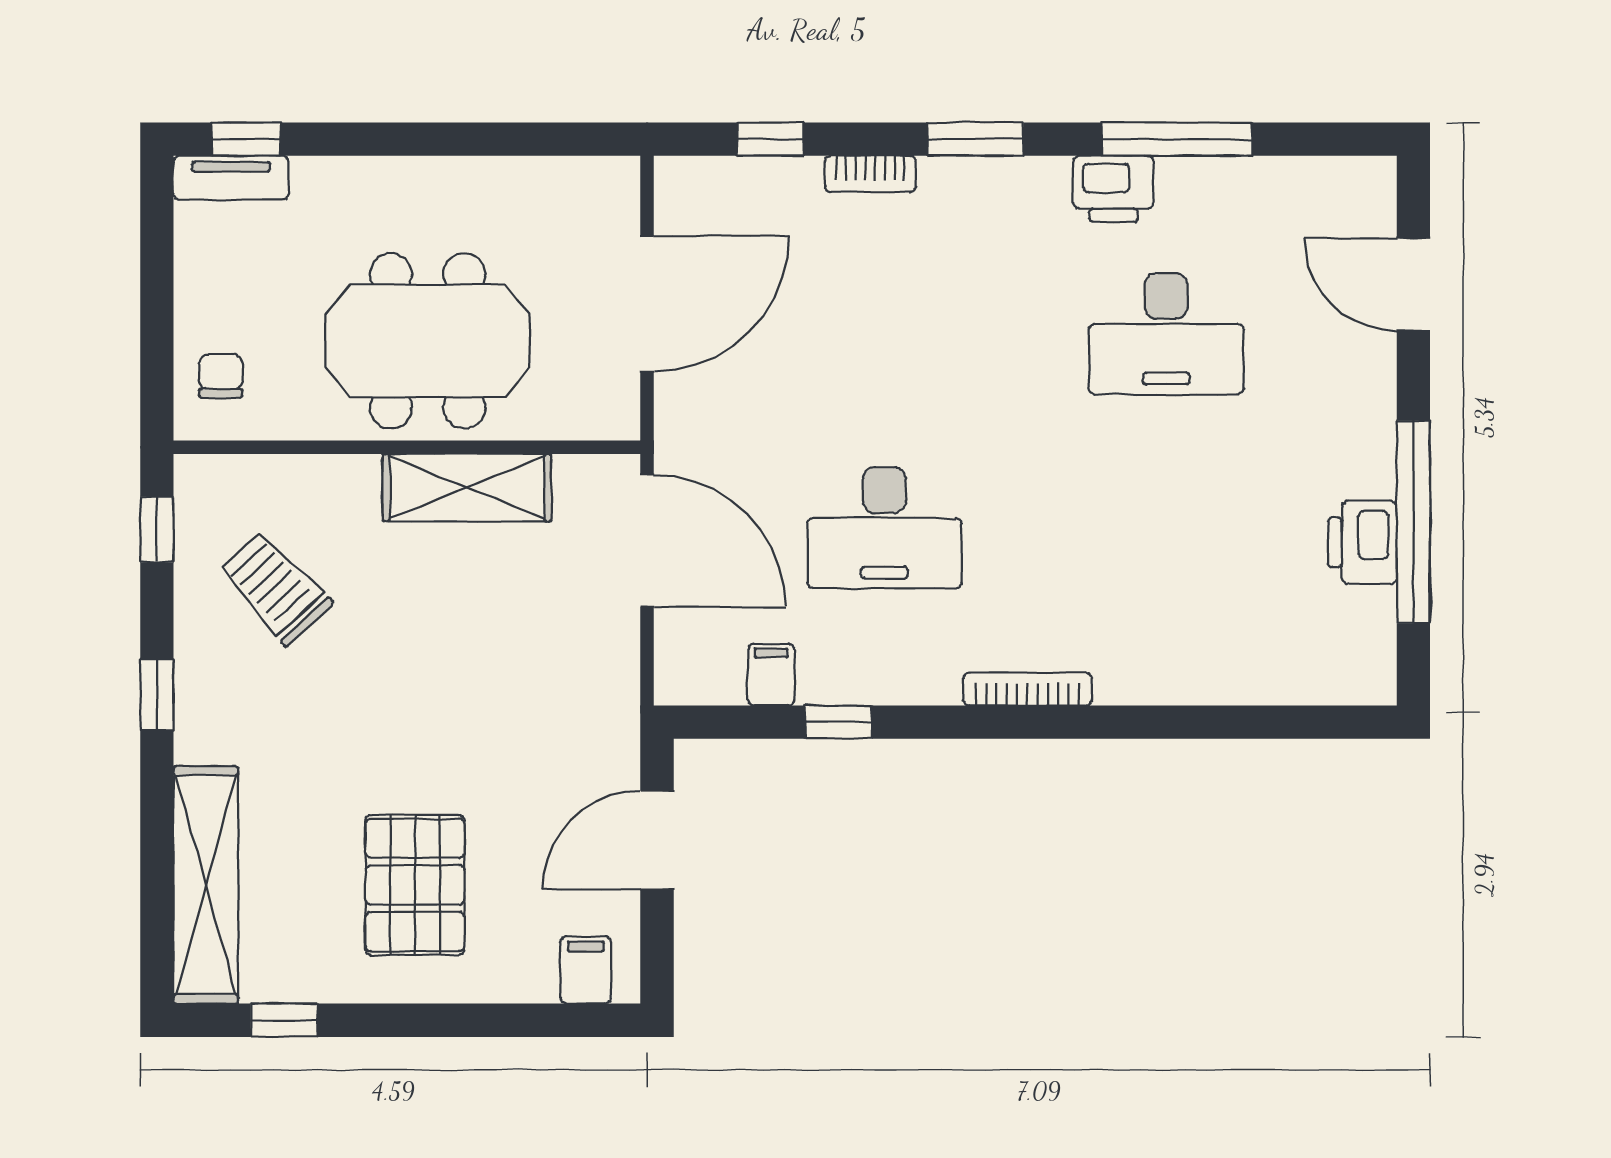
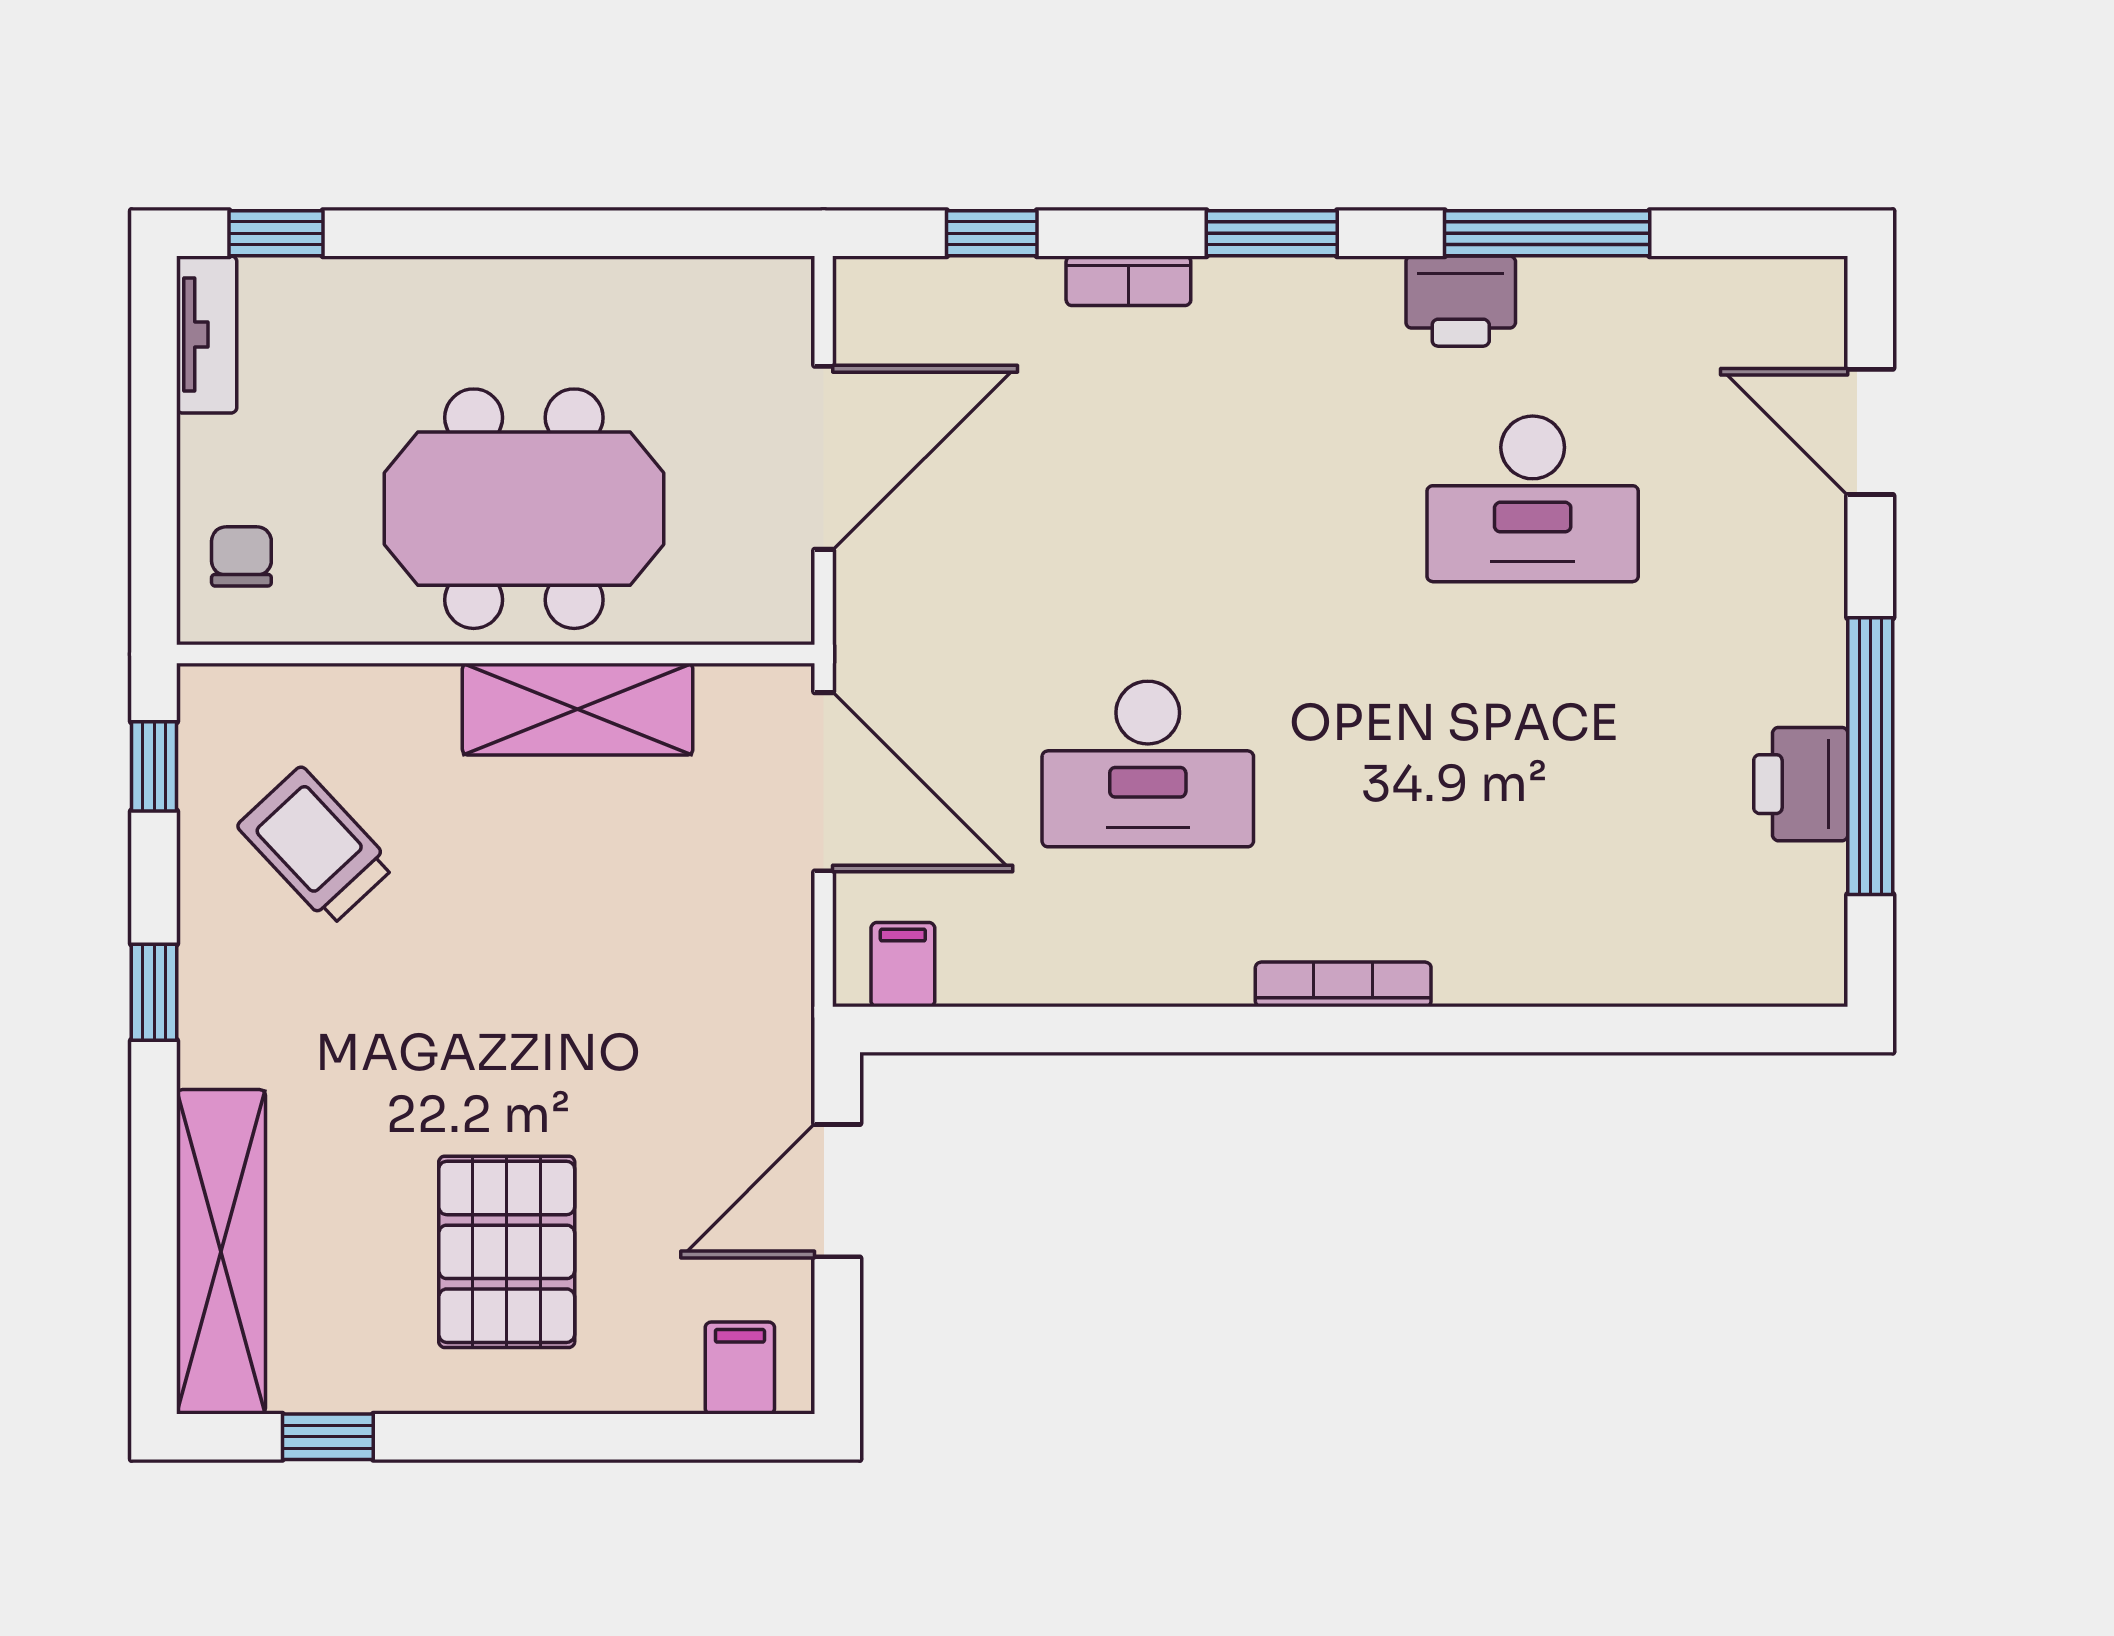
tv unit: (231, 178) -> (207, 334), moved, turned -90
filing cabinet: (771, 675) -> (903, 965), moved
window: (839, 722) -> (1085, 1030), removed

